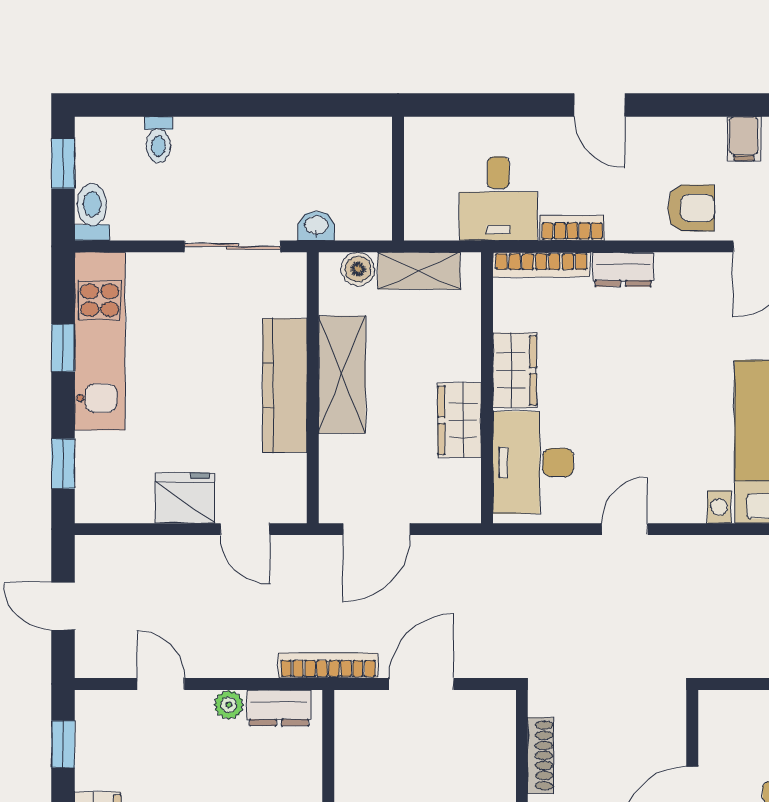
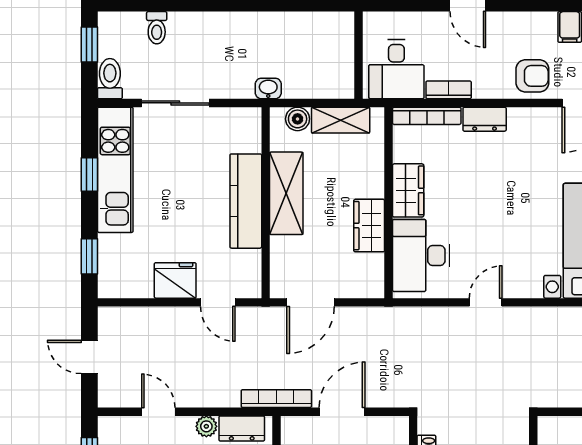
wall: (398, 179) -> (358, 55), moved
sliding door: (232, 246) -> (175, 103), moved

